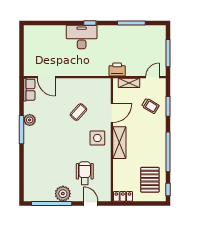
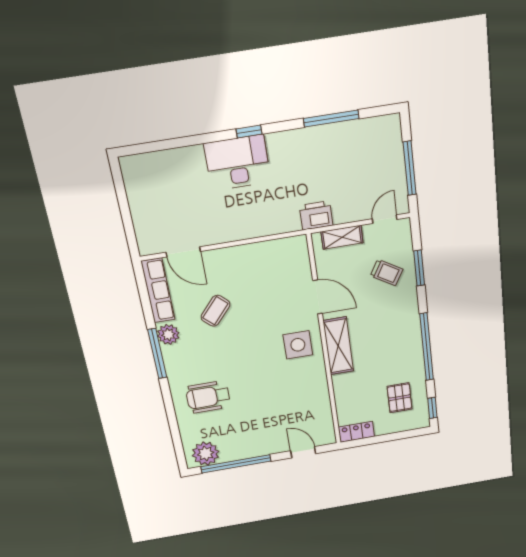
row of seats: (29, 90) -> (158, 291), width x1.48
coffee table: (78, 112) -> (215, 311), moved
door: (112, 113) -> (318, 297), hinge flipped
wheelchair: (85, 173) -> (208, 397), moved, turned -90
pallet: (150, 180) -> (400, 398), width x0.67, depth x0.71
plant: (63, 194) -> (206, 454), moved

